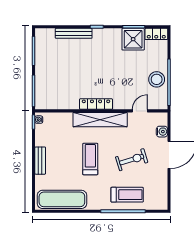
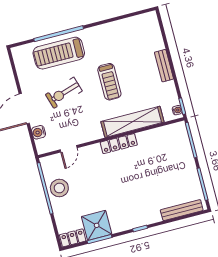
bench: (74, 33) -> (182, 210), moved
shelving: (100, 120) -> (132, 122), moved
treadmill: (127, 195) -> (59, 53), width x1.37, depth x1.38
exercise mat: (62, 199) -> (129, 29), removed

